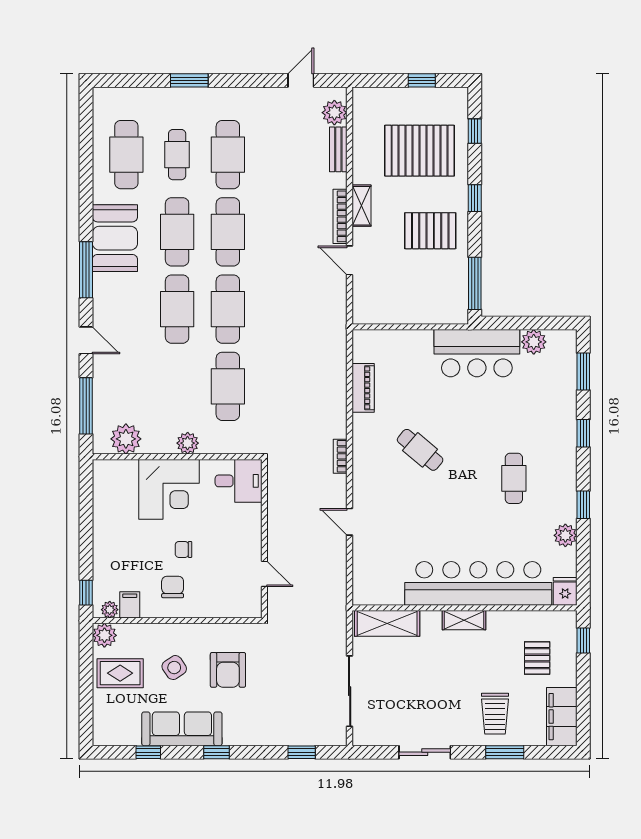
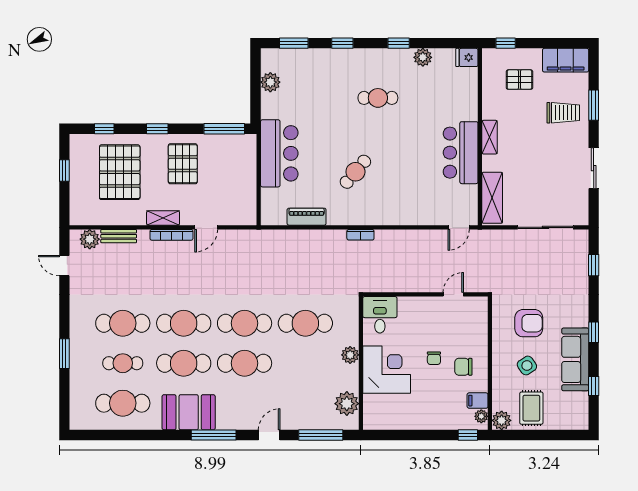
bar counter: (477, 353) -> (279, 153), moved
door: (350, 522) -> (459, 227), moved
bar counter: (478, 583) -> (461, 153), width x0.54

